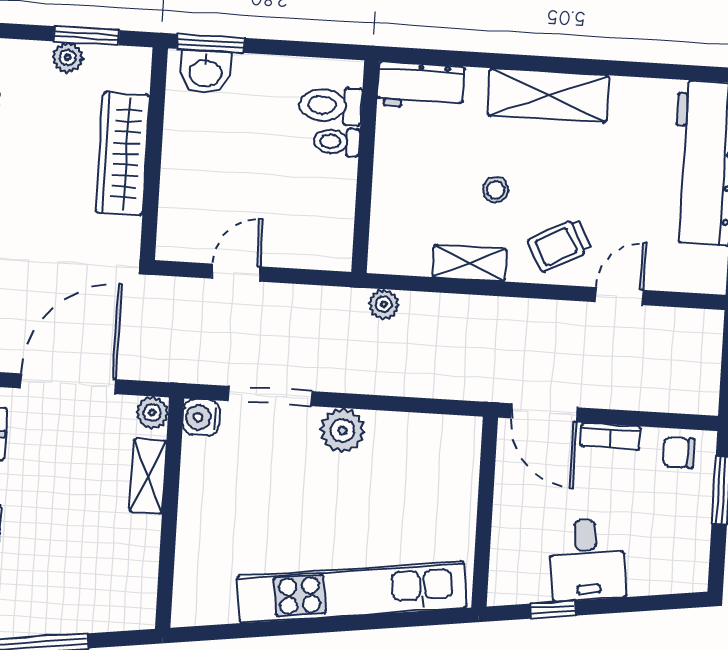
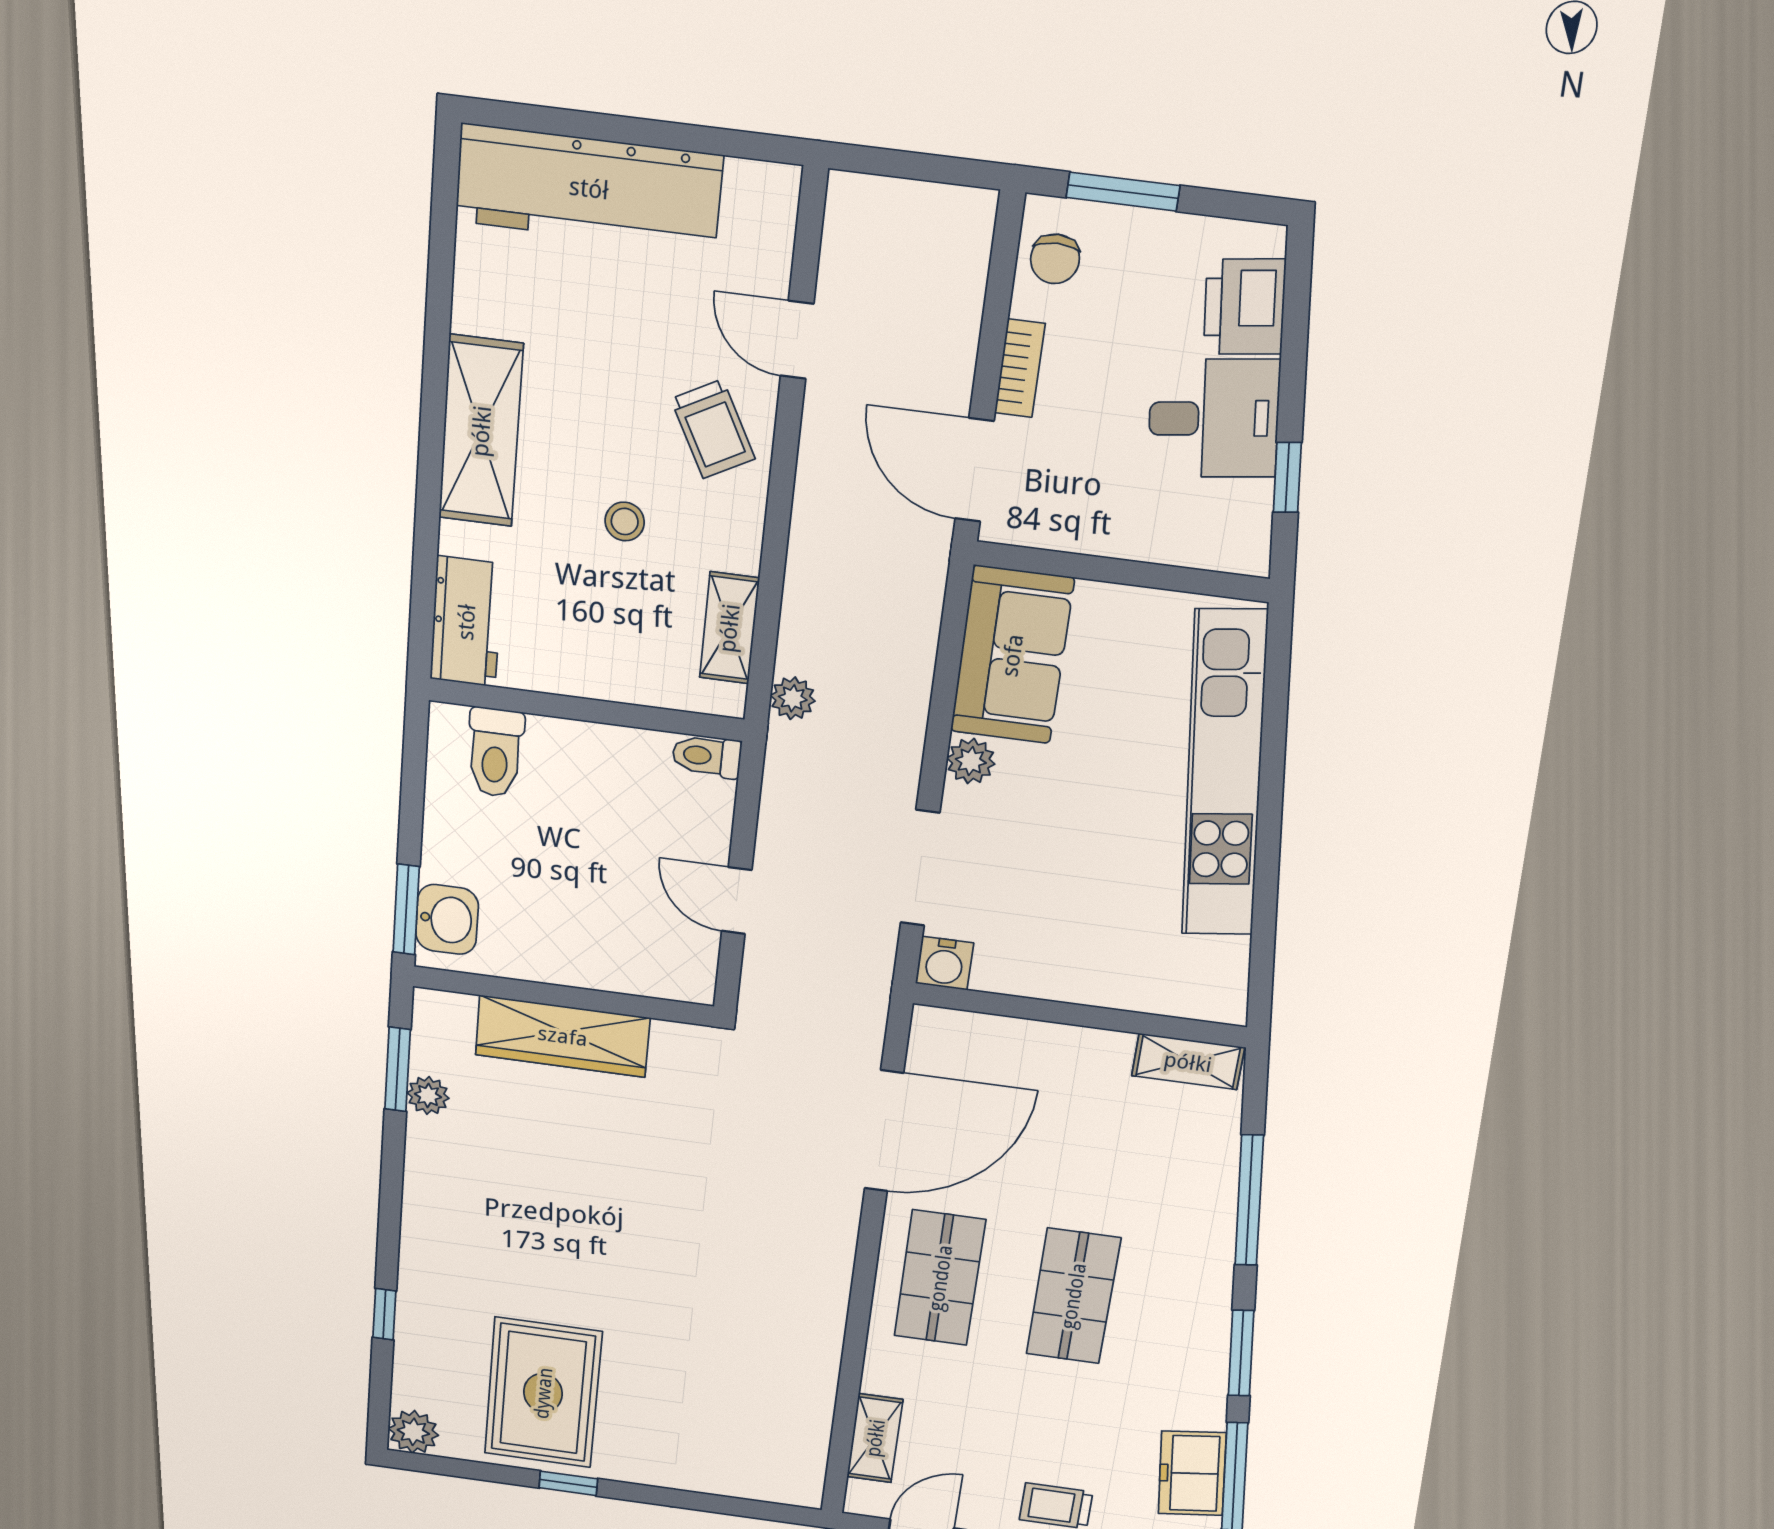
toilet: (337, 142) -> (707, 756), moved, turned 90
shelving: (470, 263) -> (729, 628), moved
door: (68, 384) -> (884, 1131), swing flipped
plant: (152, 413) -> (933, 1027), removed
door: (544, 413) -> (975, 470), swing flipped
plant: (343, 430) -> (971, 761), width x0.73, depth x0.73
sofa: (424, 446) -> (1012, 655), added
shelving: (148, 476) -> (1188, 1062), moved
printer: (657, 571) -> (1245, 307), added

